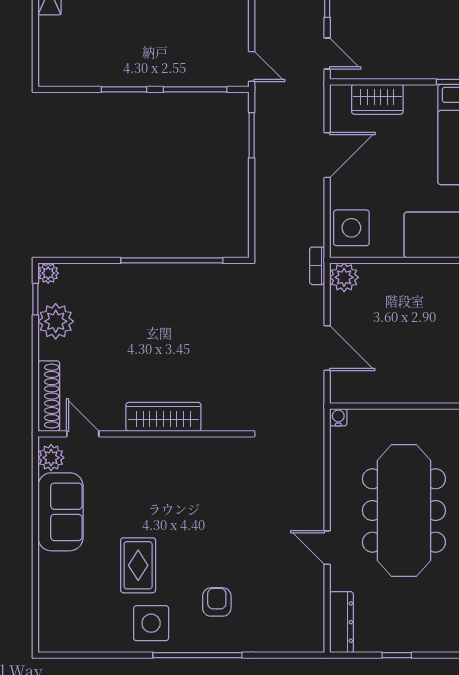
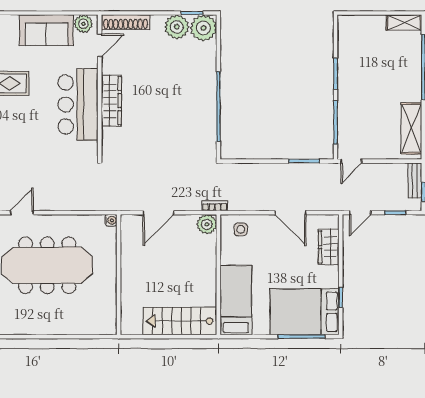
side table: (351, 228) -> (241, 229), width x0.54, depth x0.54
plant: (48, 273) -> (204, 28), width x1.87, depth x1.87
bar counter: (169, 465) -> (78, 105), added

